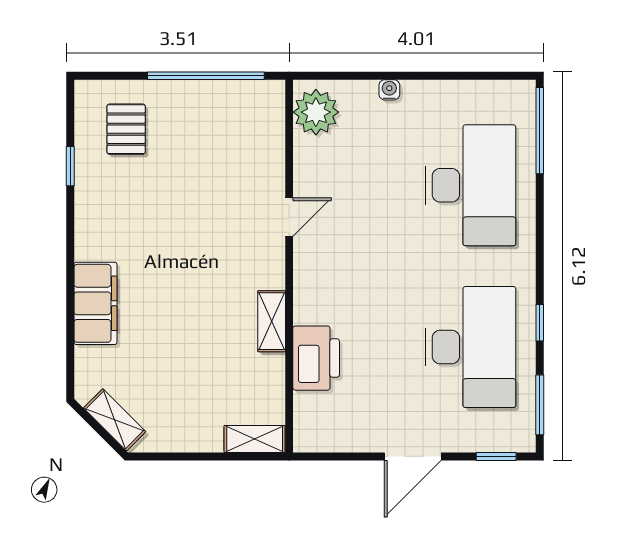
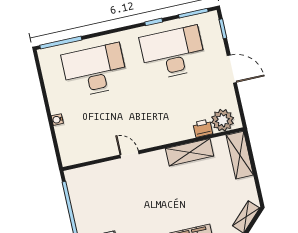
plant: (316, 112) -> (223, 120), moved
shelving: (272, 321) -> (190, 152), width x1.50, depth x1.33
printer: (316, 358) -> (203, 128), width x0.53, depth x0.68
shelving: (255, 439) -> (240, 155), width x1.50, depth x1.33

